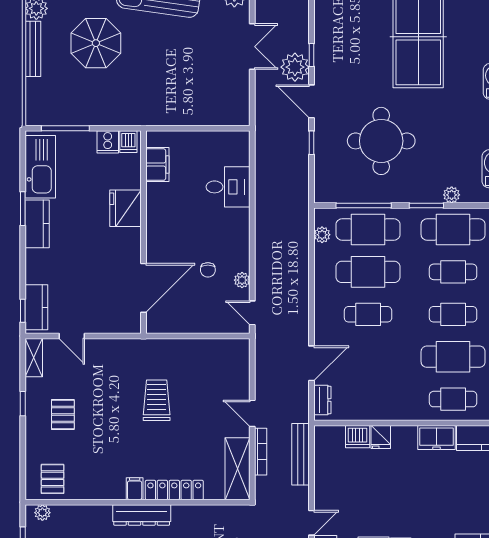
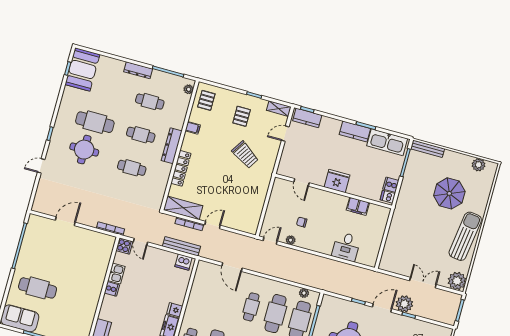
double door: (252, 47) -> (423, 283), swing flipped
bench: (33, 49) -> (428, 149), moved
filing cabinet: (157, 165) -> (358, 206), moved
fridge: (126, 208) -> (337, 181), moved
door: (143, 288) -> (302, 182), width x0.53
trolley: (157, 400) -> (245, 155), moved, turned 33
dresser: (322, 400) -> (209, 267), removed
pallet: (63, 415) -> (242, 116), turned 90
dishwasher: (358, 437) -> (183, 262), moved, turned -90
fridge: (381, 437) -> (175, 310), moved
pallet: (53, 479) -> (206, 100), turned 90
filing cabinet: (135, 489) -> (193, 128), moved

